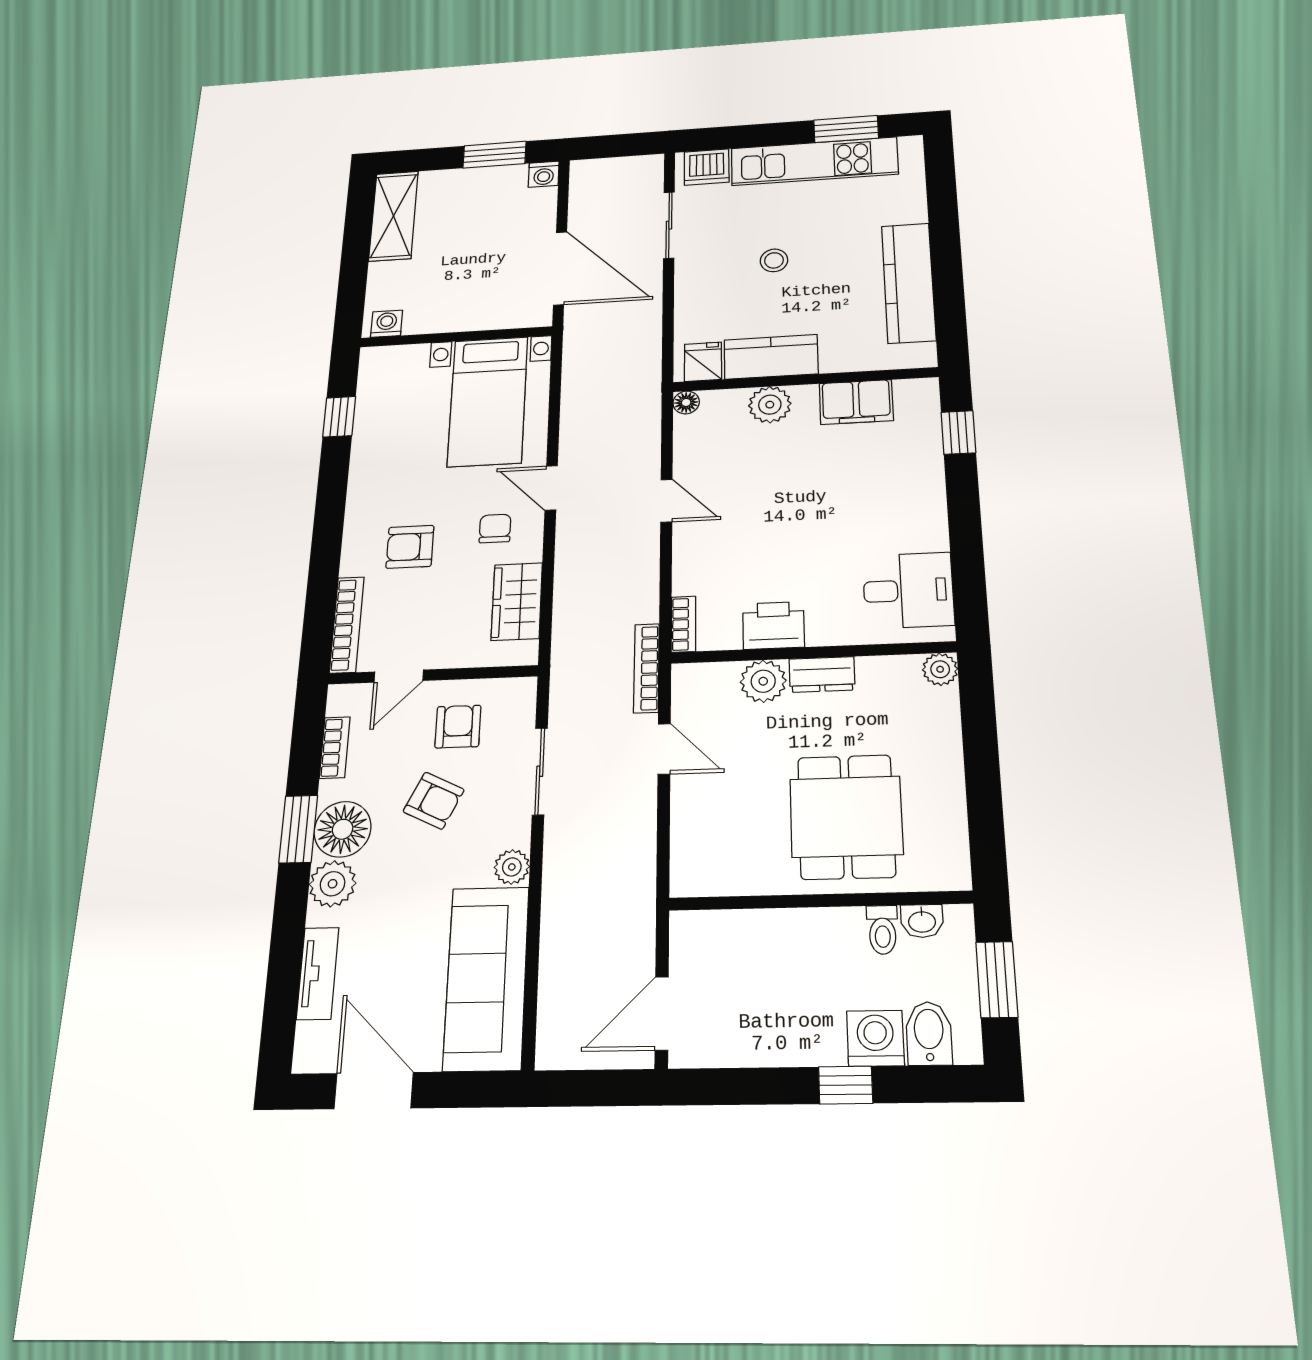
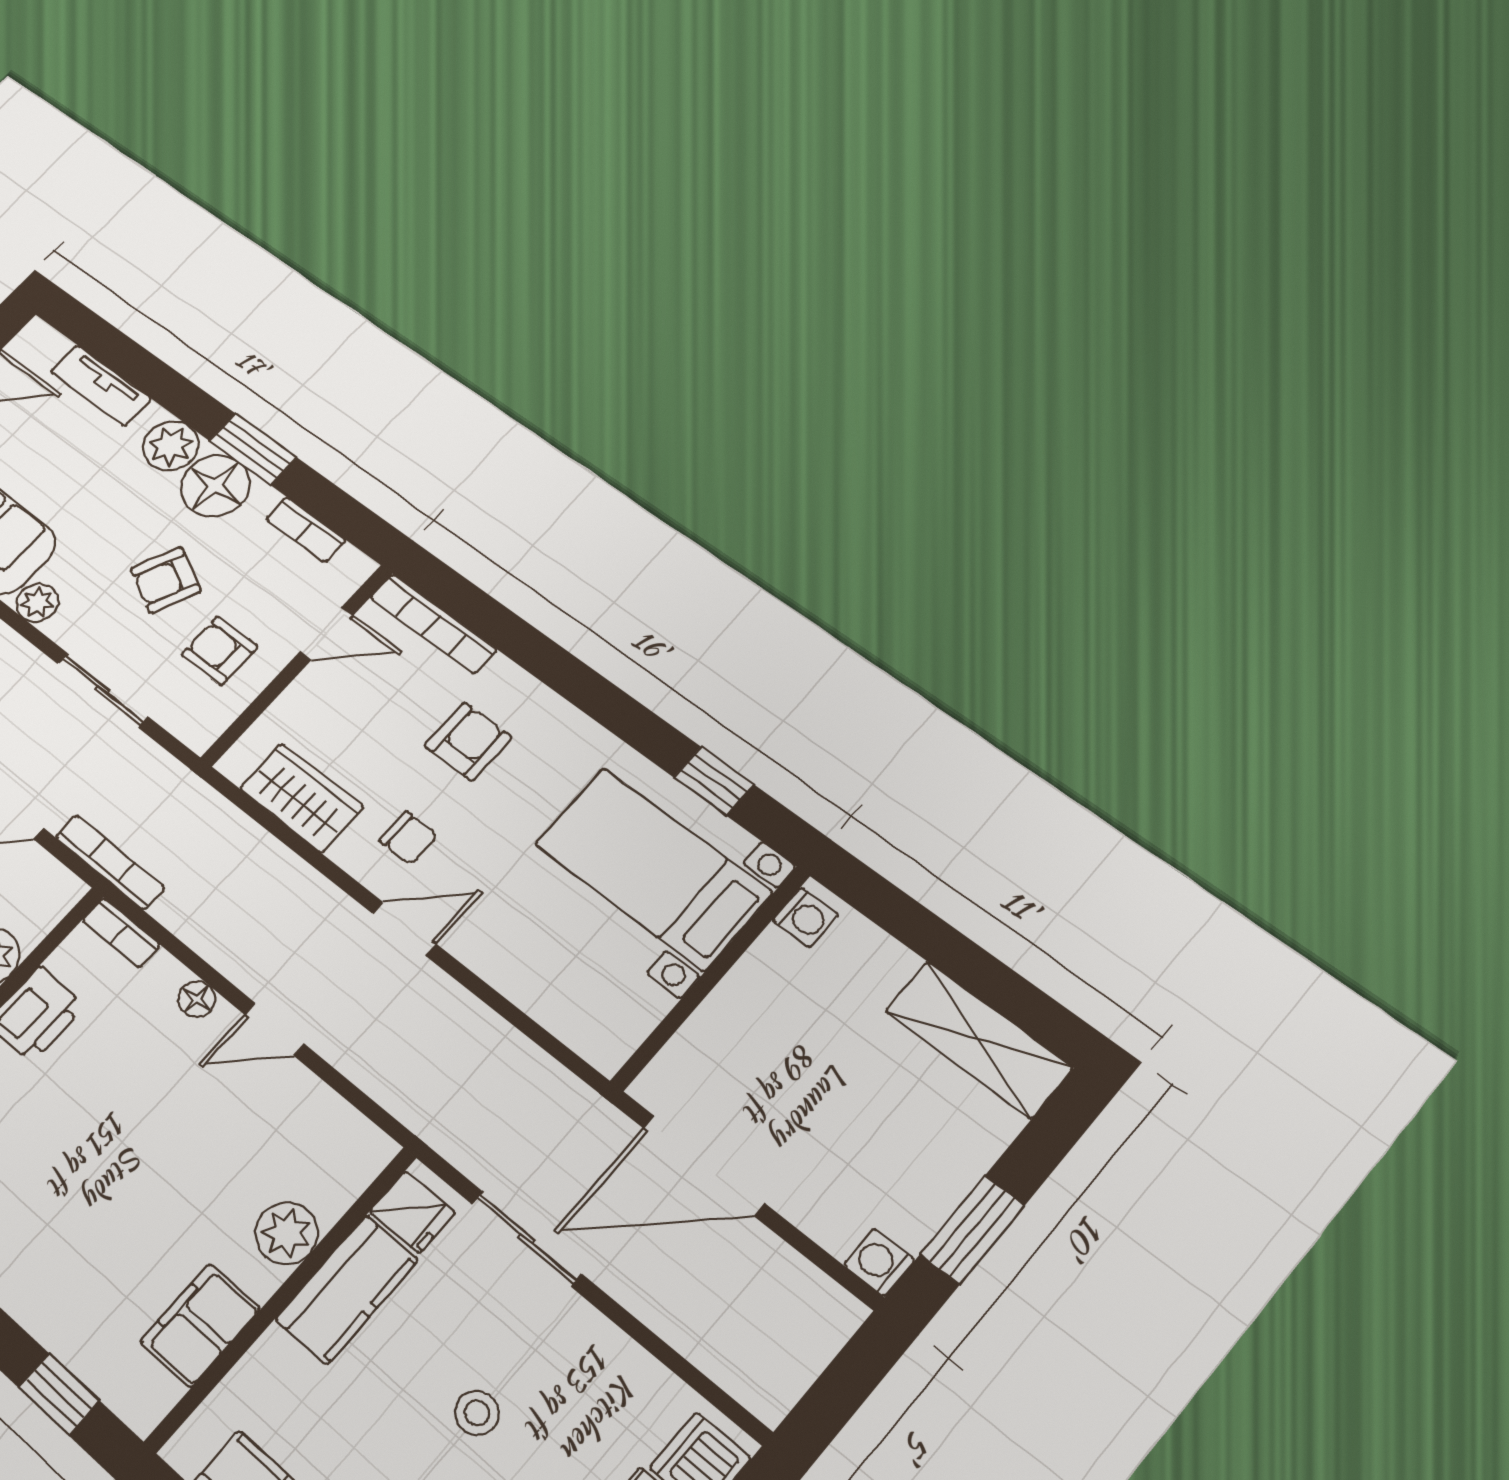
sliding door: (669, 225) -> (526, 1239), moved
bed with nightstands: (488, 401) -> (653, 868), moved
floor lamp: (686, 402) -> (197, 999), moved
door: (399, 676) -> (326, 634), swing flipped
armchair: (458, 727) -> (219, 651), turned 180

